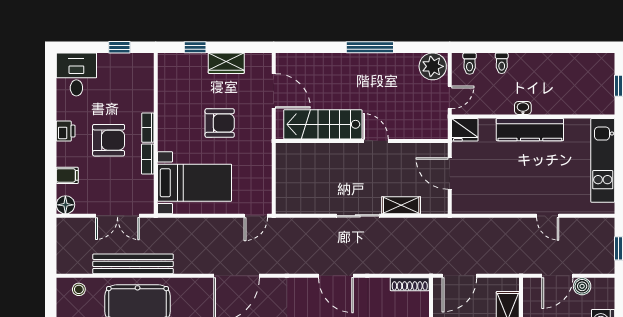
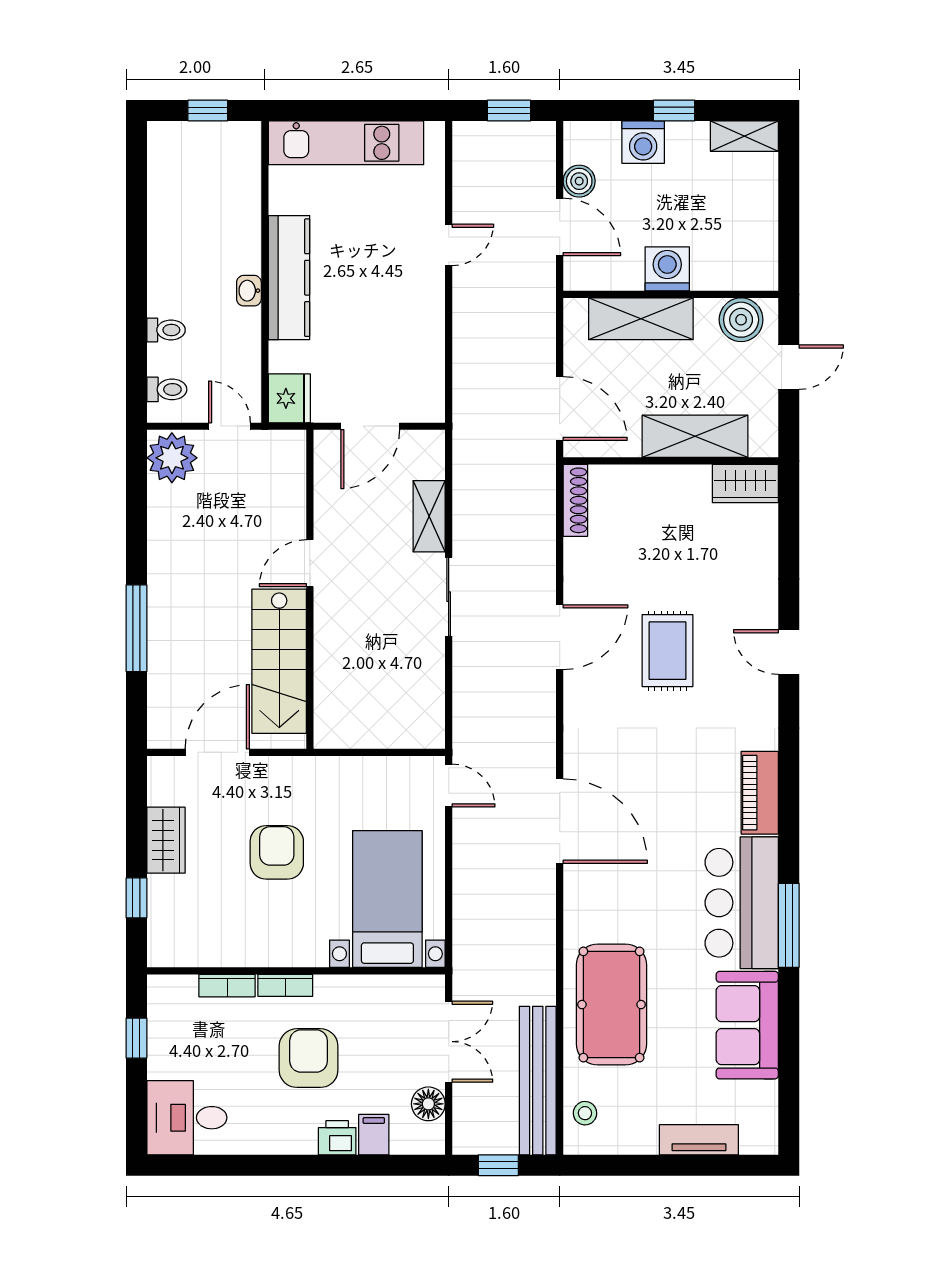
window: (370, 47) -> (136, 628), moved
printer: (66, 131) -> (337, 1138), moved
bookcase: (148, 159) -> (227, 986), moved
floor lamp: (65, 205) -> (428, 1104), moved
window: (51, 243) -> (498, 1165), added
bench: (133, 264) -> (538, 1081), moved

